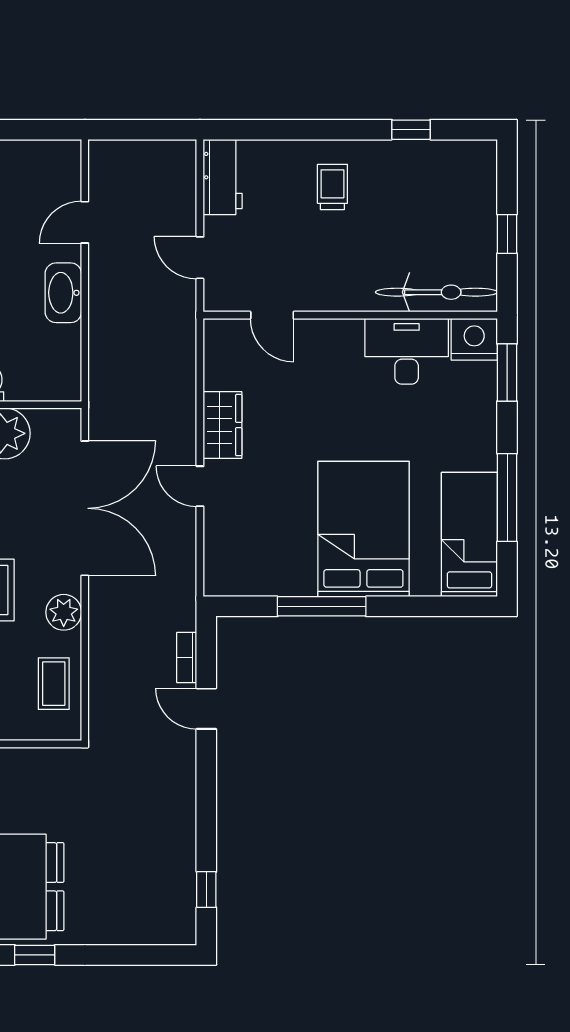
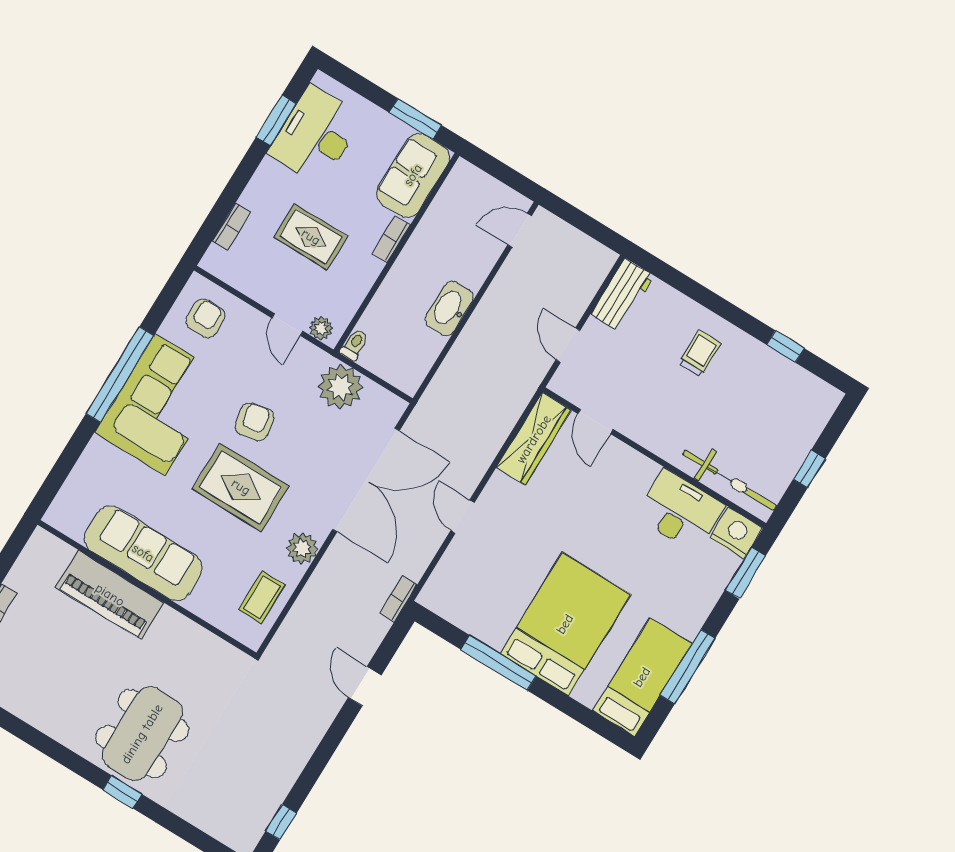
door: (85, 222) -> (519, 230), moved
wardrobe: (222, 425) -> (534, 439), moved, width x1.50
bookcase: (187, 657) -> (398, 599), moved

